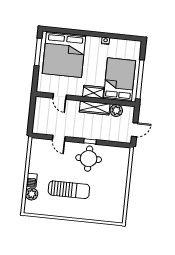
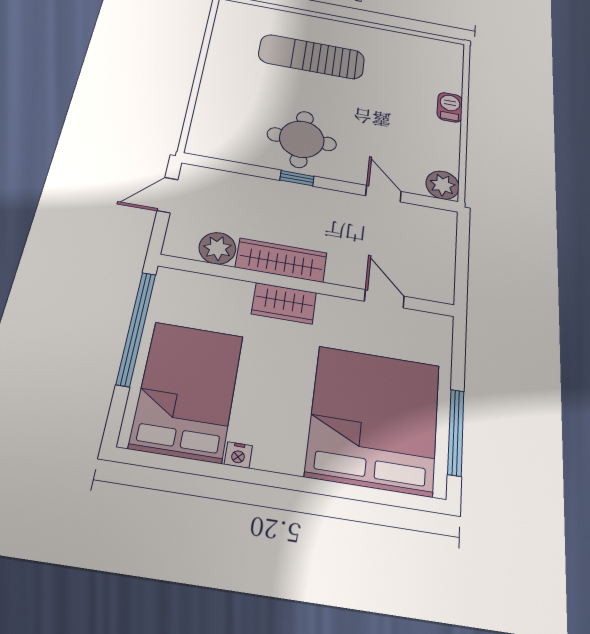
bed: (119, 80) -> (187, 391), moved, turned 180
sun lounger: (69, 190) -> (312, 57), moved
plant: (32, 194) -> (443, 185), moved

